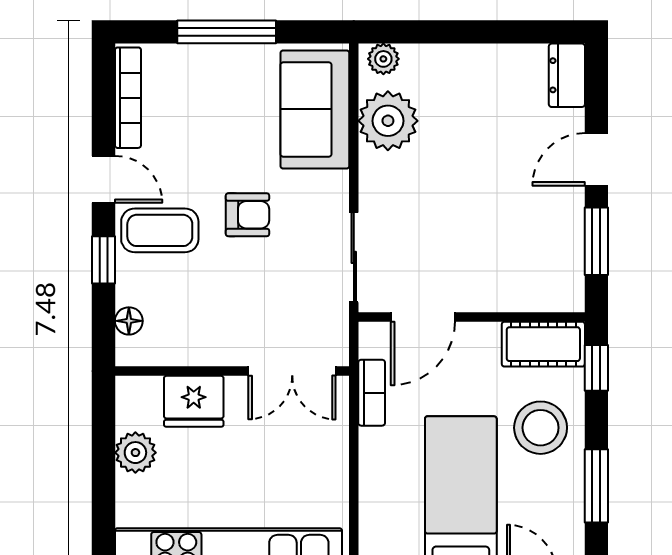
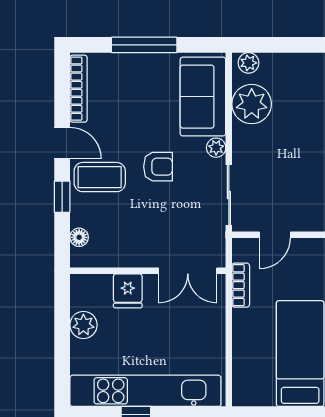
plant: (335, 186) -> (216, 148), added
door: (423, 317) -> (275, 235), width x0.73
fridge: (194, 401) -> (128, 291), width x0.72

